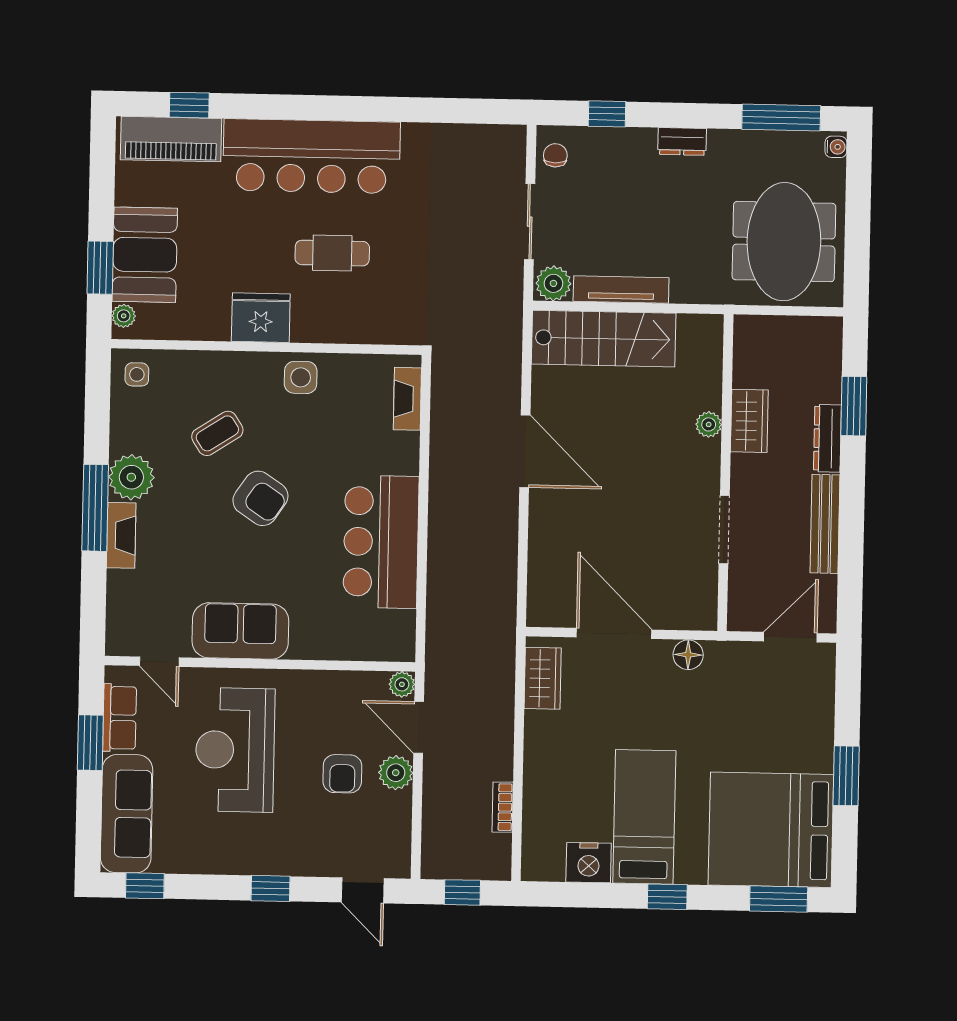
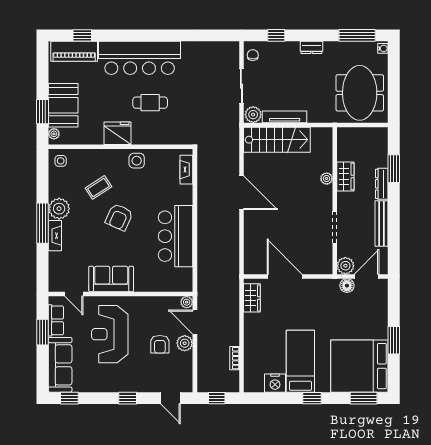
armchair: (260, 498) -> (119, 217), turned 80
plant: (746, 613) -> (345, 266), added
floor lamp: (688, 655) -> (347, 286), moved

